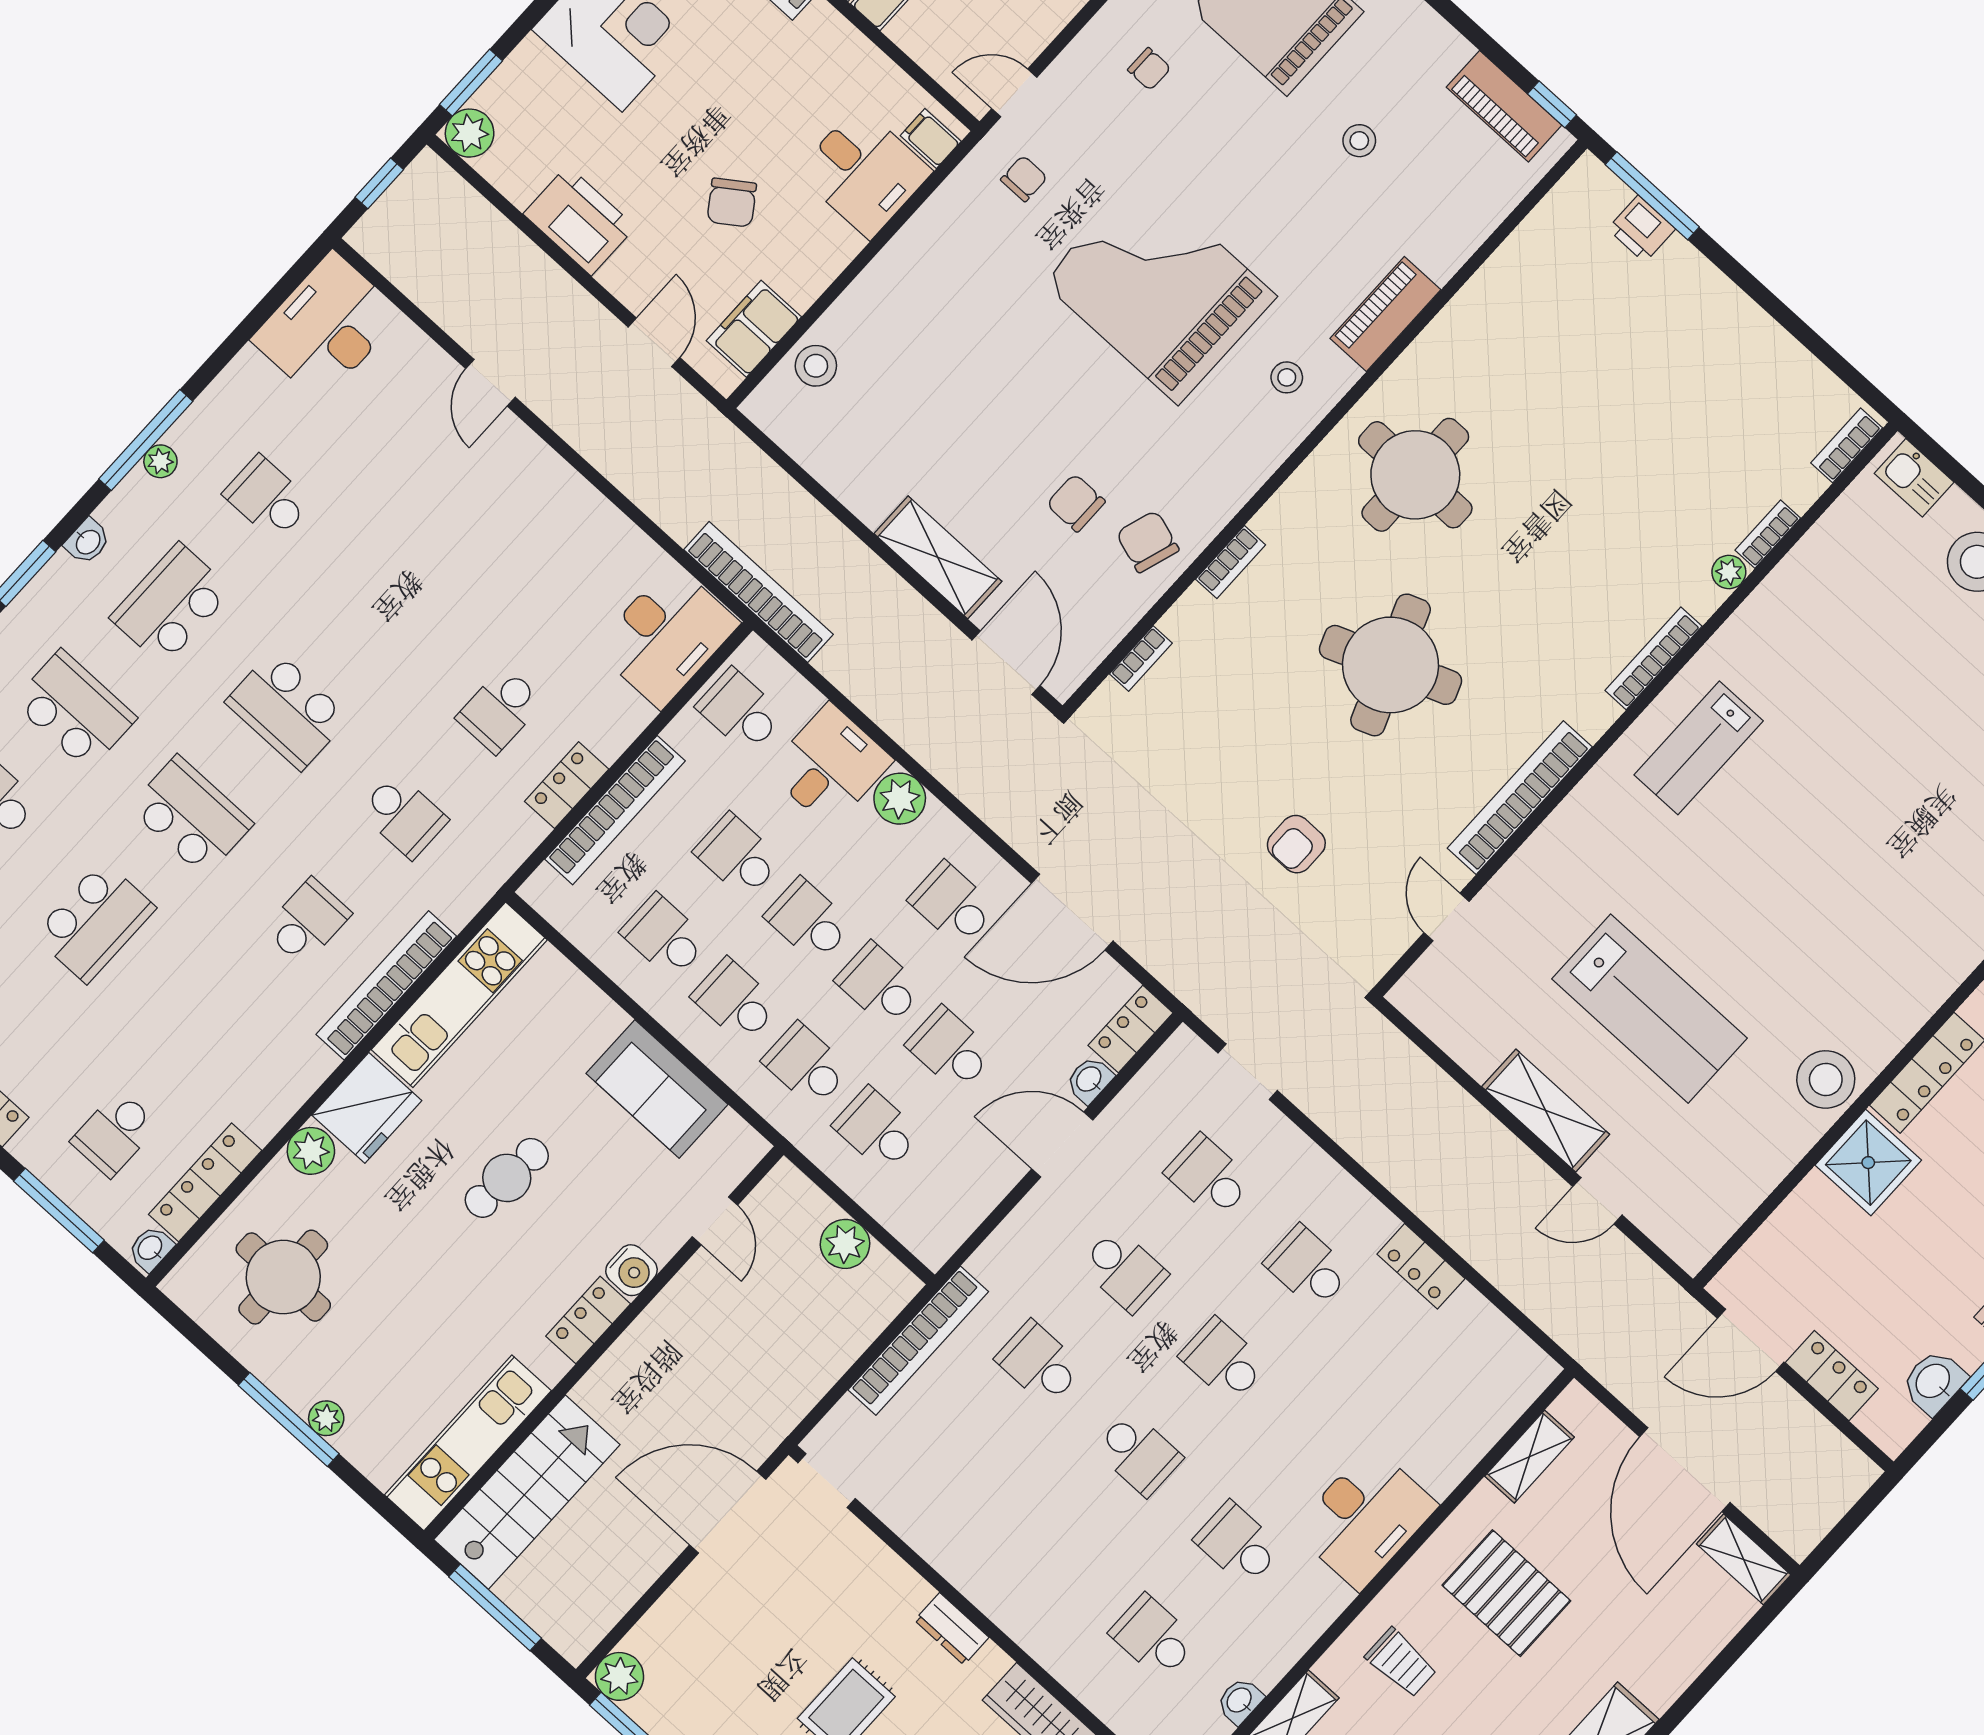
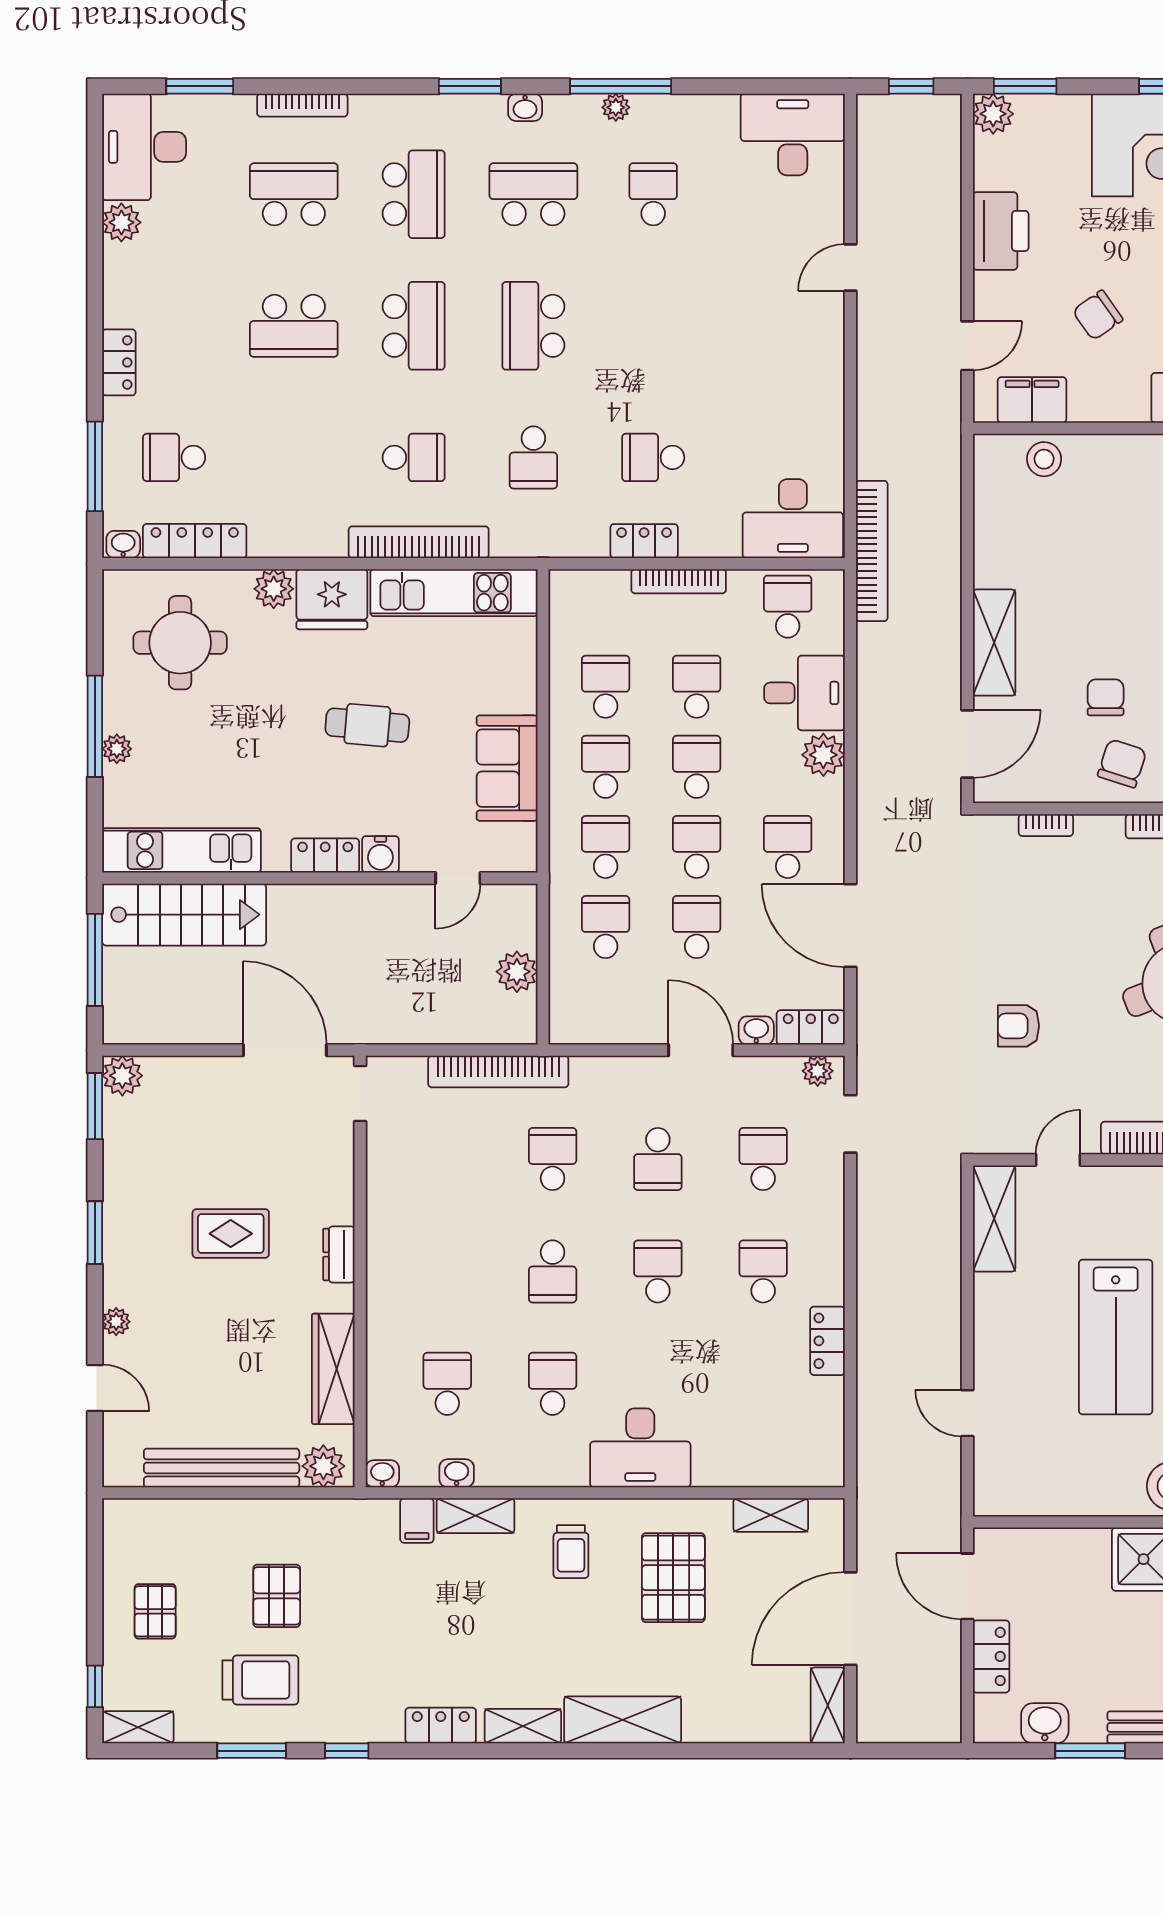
bookcase: (615, 810) -> (679, 581), width x0.68, depth x0.76
plant: (1174, 1058) -> (818, 1071), added
shelving: (1546, 1111) -> (994, 1218), moved

